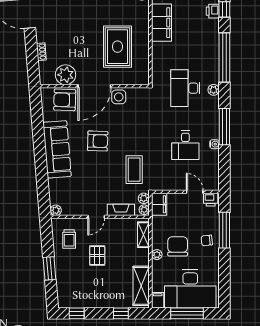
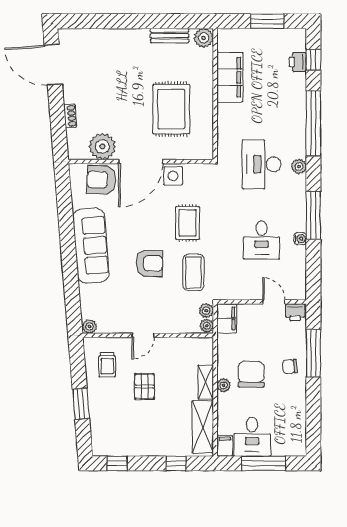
rug: (130, 132) -> (188, 223), added
armchair: (98, 141) -> (149, 263), moved
fireplace: (121, 210) -> (176, 326), removed
shelving: (143, 235) -> (206, 382), moved
desk: (190, 289) -> (252, 437), width x0.53, depth x0.77

